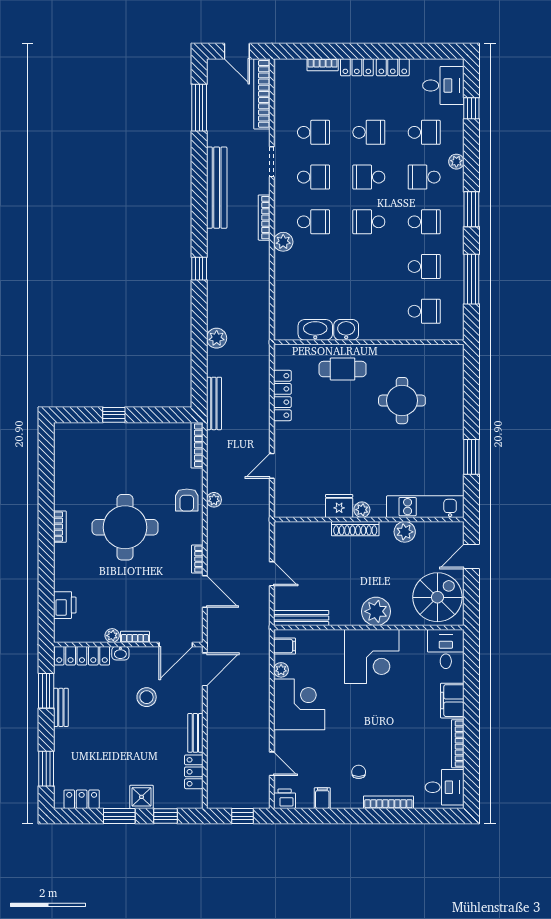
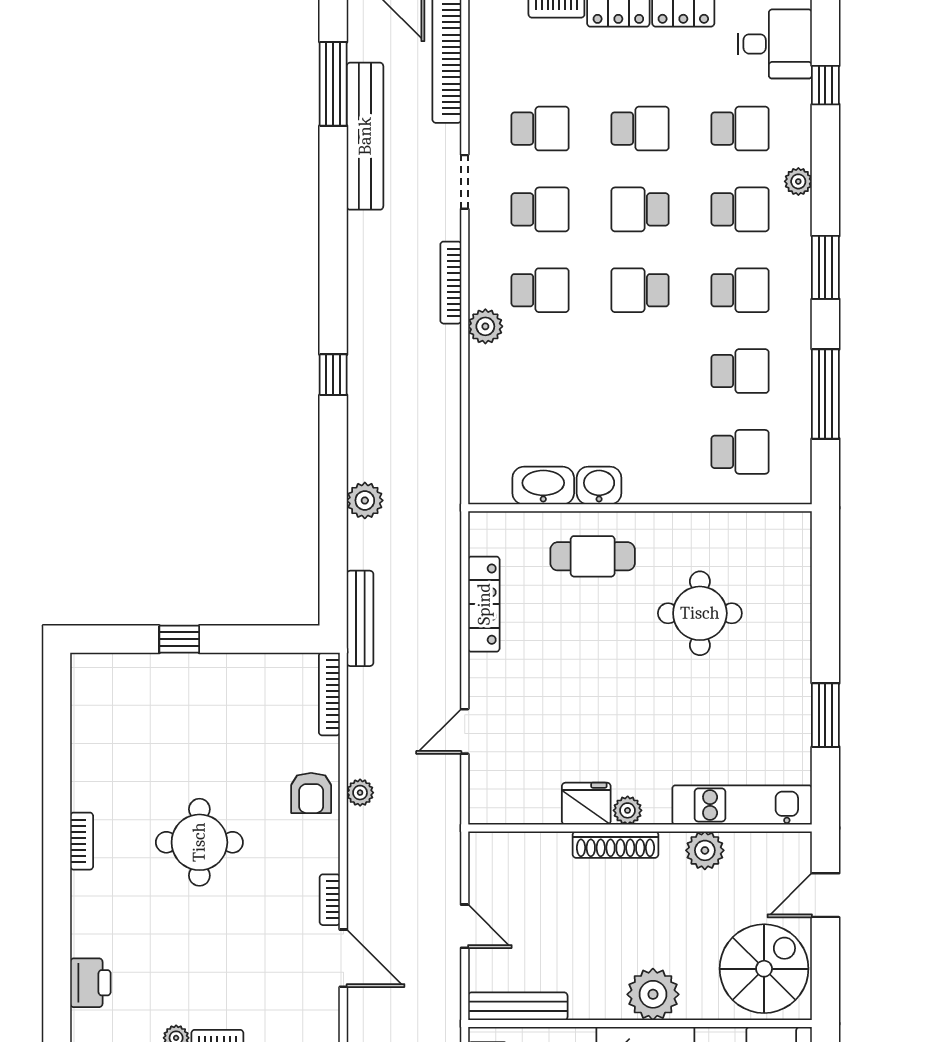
school desk: (424, 177) -> (740, 209), turned 180
bench: (217, 188) -> (365, 136), moved
round table: (125, 527) -> (199, 842), width x0.73, depth x0.73

